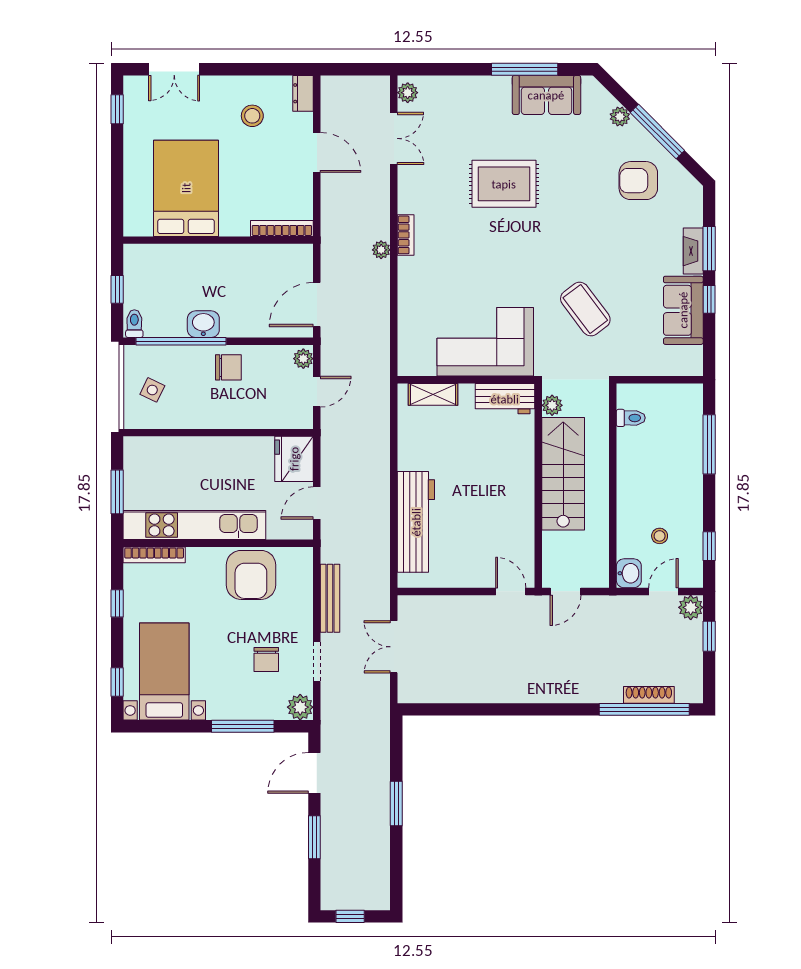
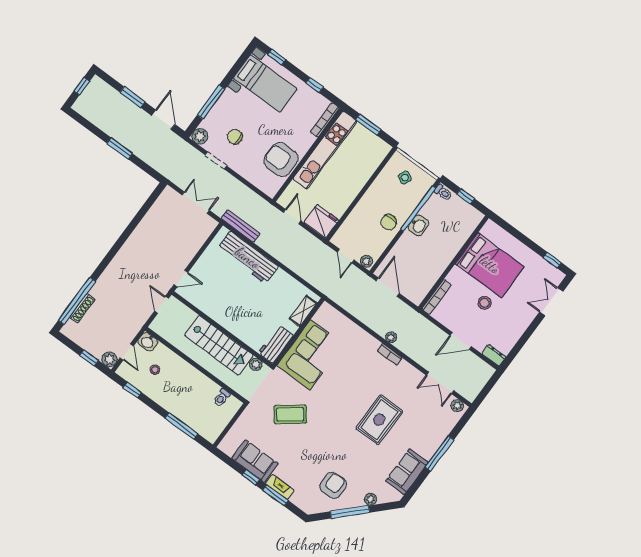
window: (525, 69) -> (439, 453), moved
stool: (252, 116) -> (485, 303), moved
bench: (330, 598) -> (241, 226), moved

